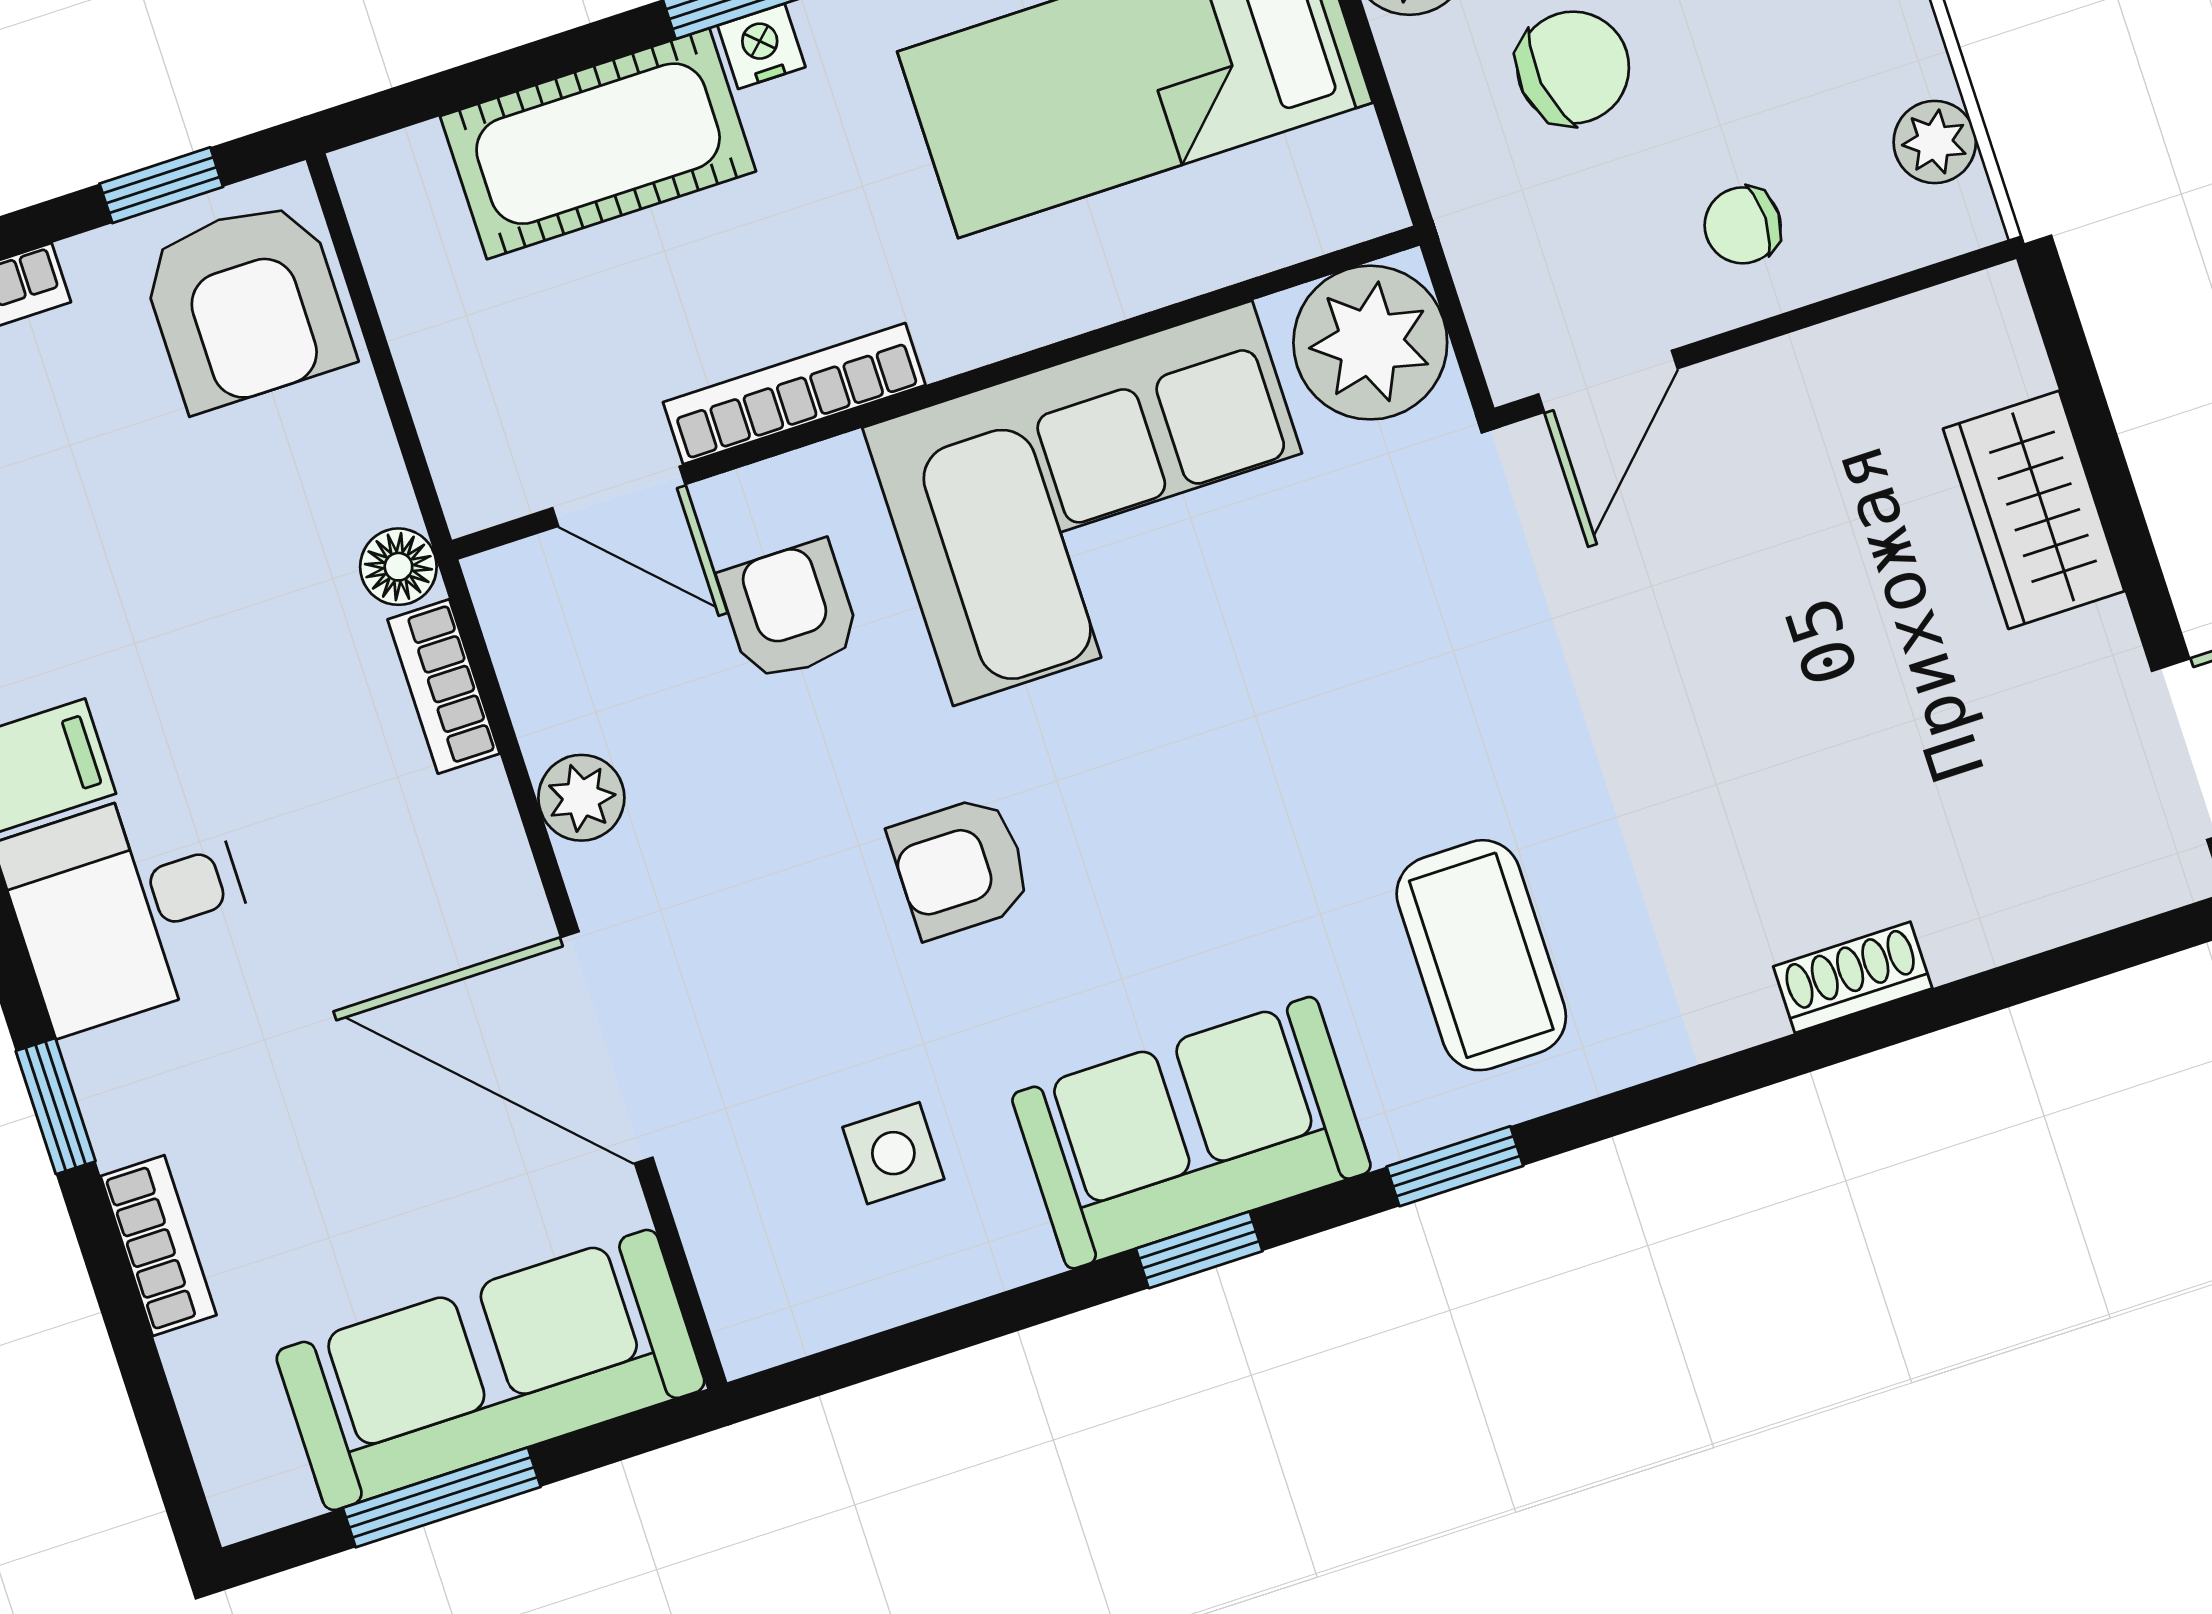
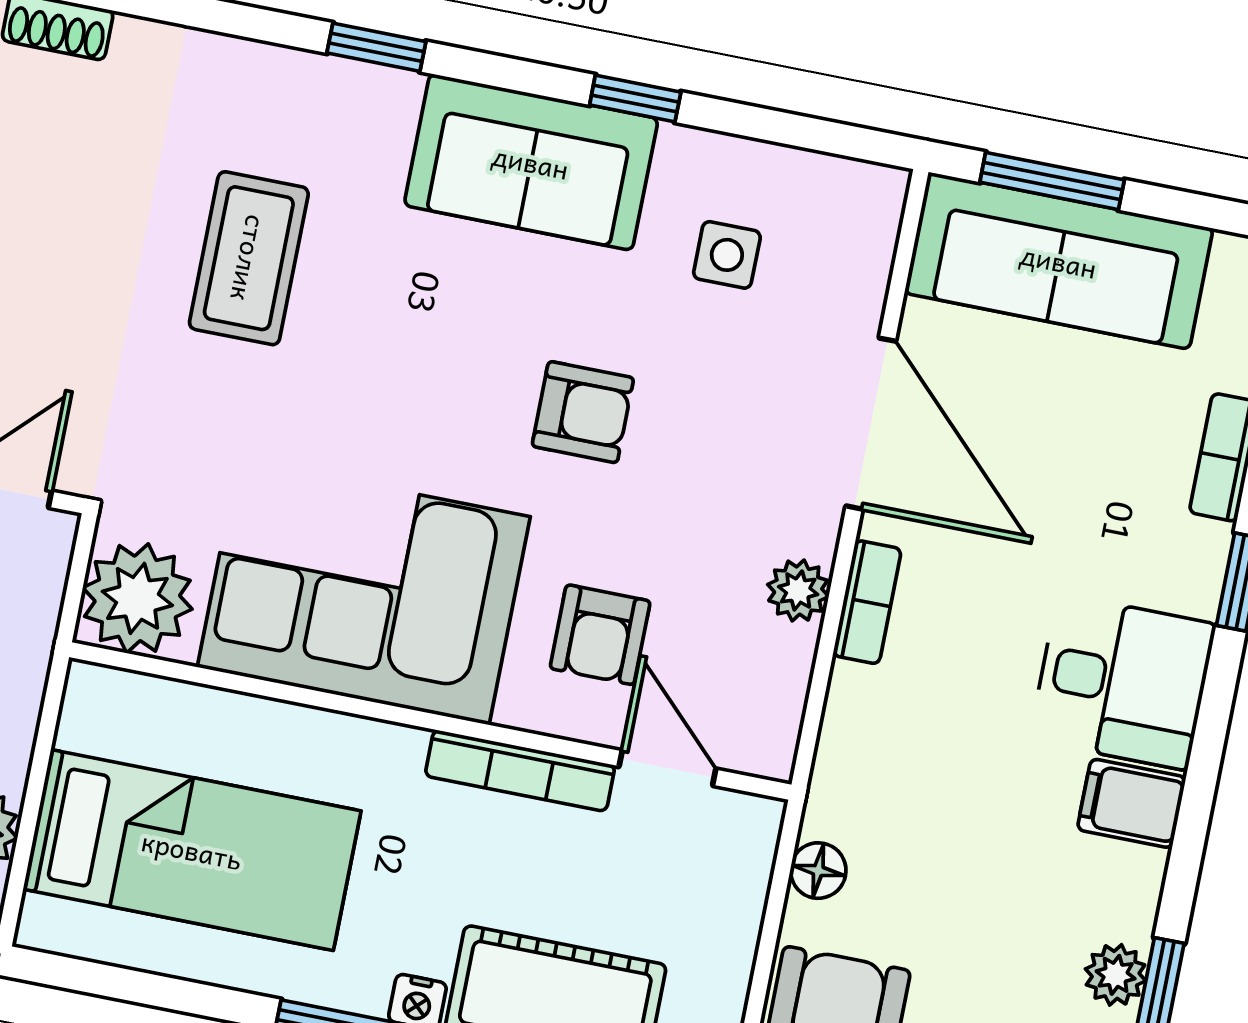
floor lamp: (398, 567) -> (818, 871), moved
bookcase: (444, 686) -> (867, 602), moved
coffee table: (1481, 955) -> (249, 258), moved
window: (1199, 1250) -> (635, 99), moved
window: (442, 1497) -> (1052, 181), moved

